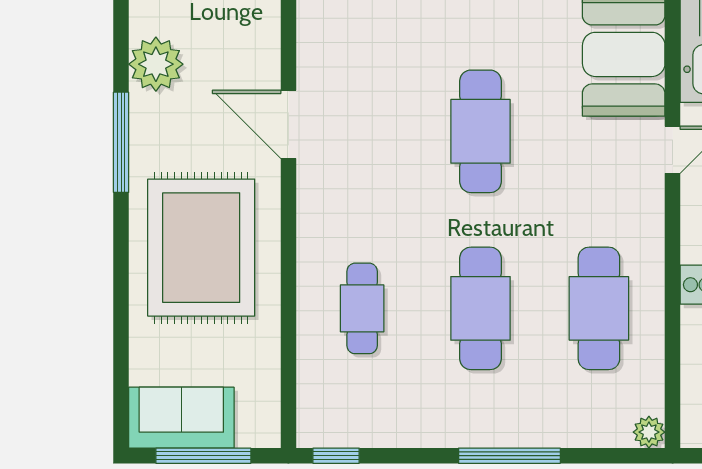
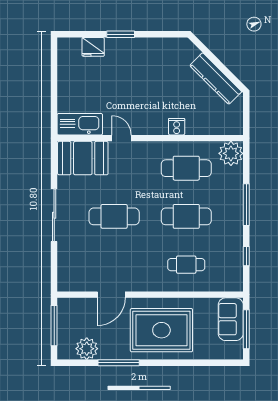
sofa: (181, 418) -> (231, 319), moved
plant: (649, 432) -> (231, 153), width x1.88, depth x1.88
window: (336, 456) -> (246, 256), moved

